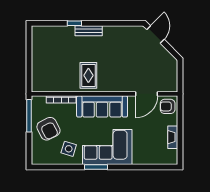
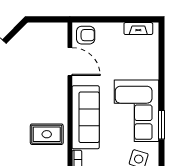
armchair: (168, 106) -> (86, 35), turned -90
fireplace: (173, 137) -> (138, 29), moved

